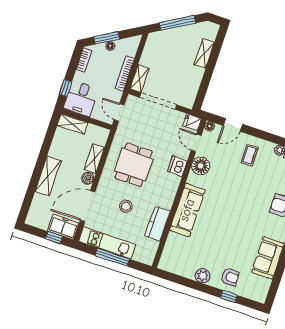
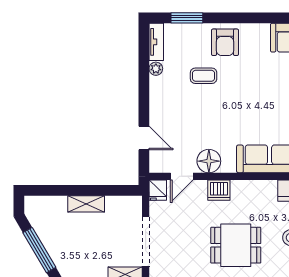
shelving: (204, 54) -> (86, 204), moved
floor lamp: (209, 126) -> (155, 167), removed
coffee table: (250, 155) -> (204, 76), moved

